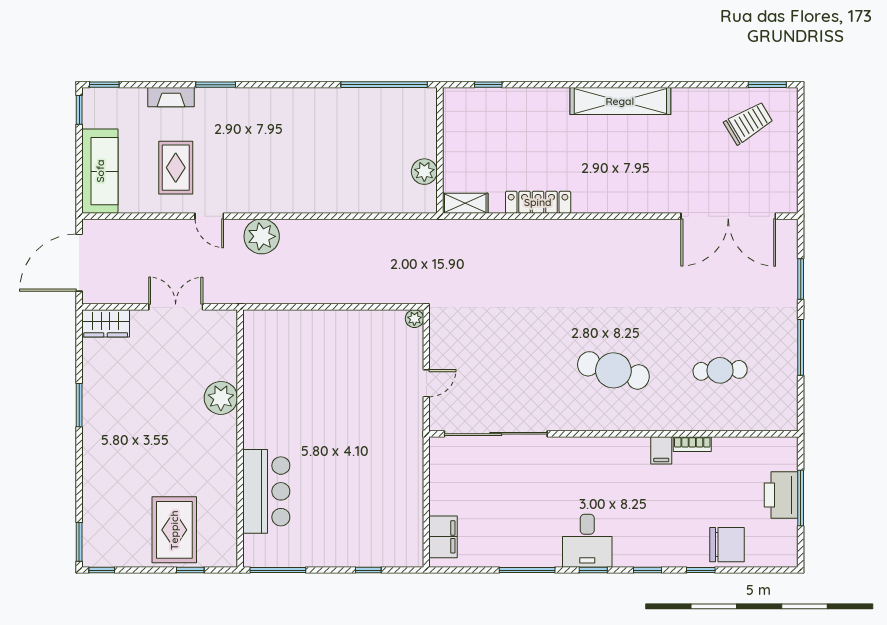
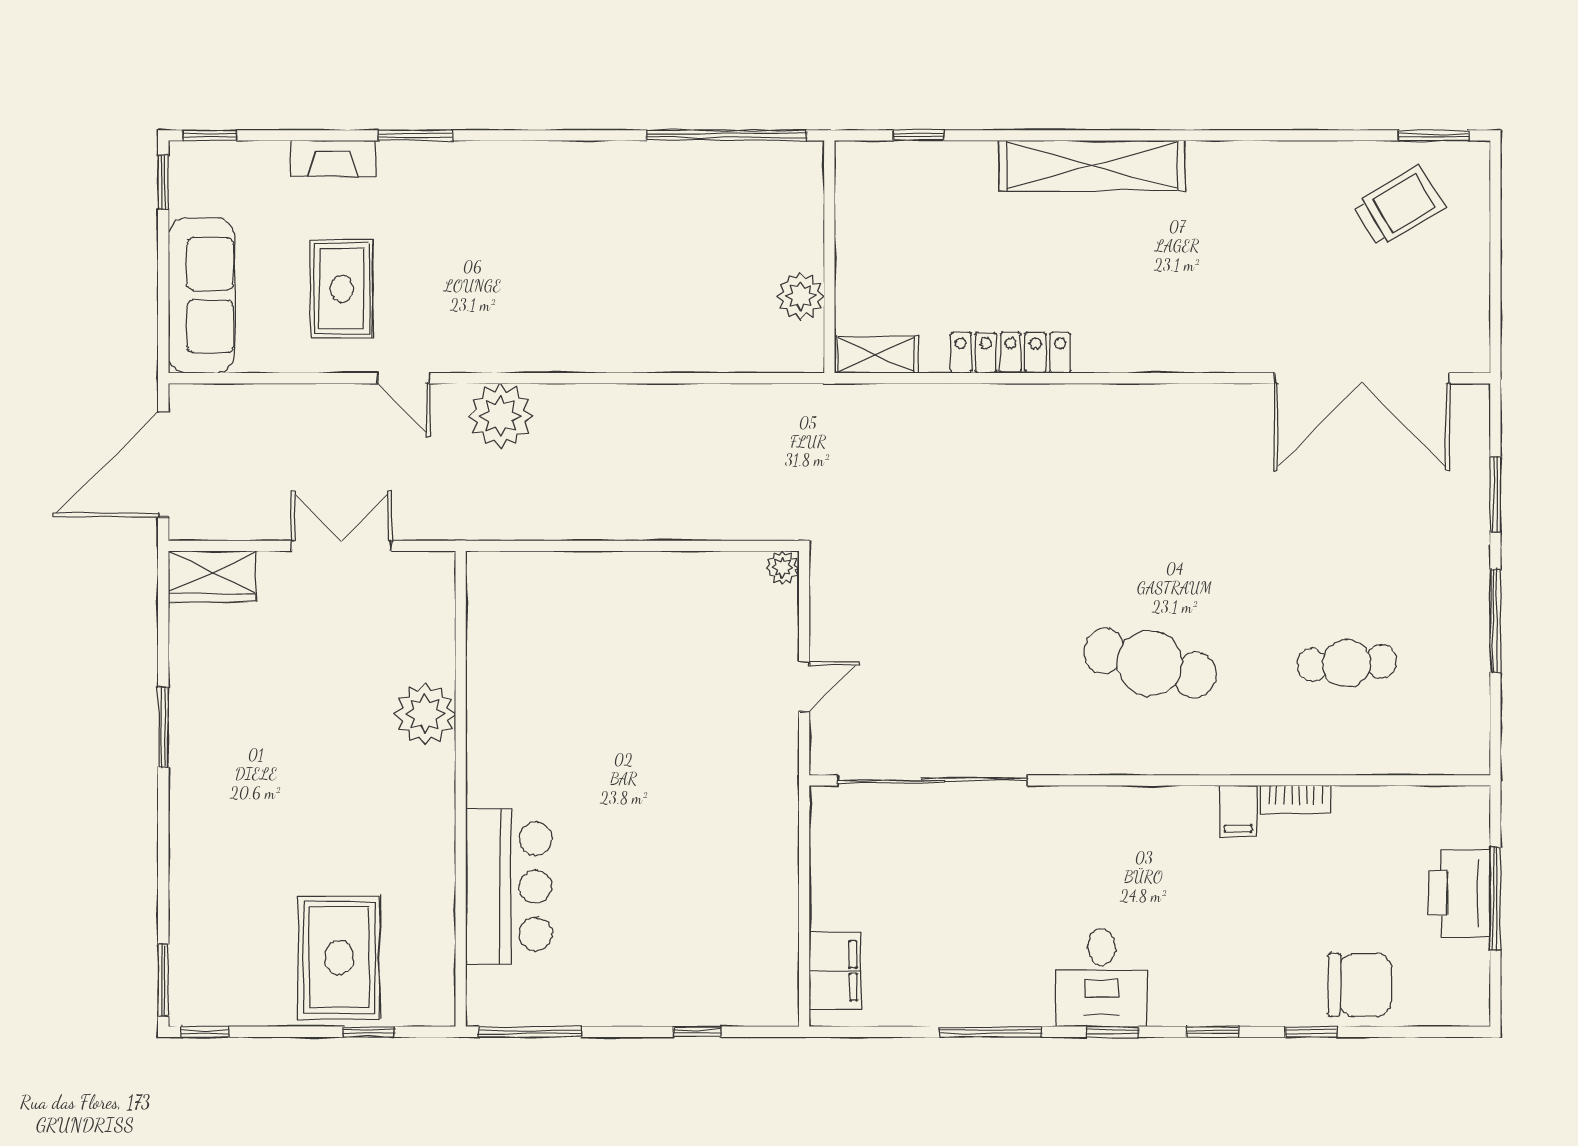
shelving: (620, 101) -> (1092, 166), moved

